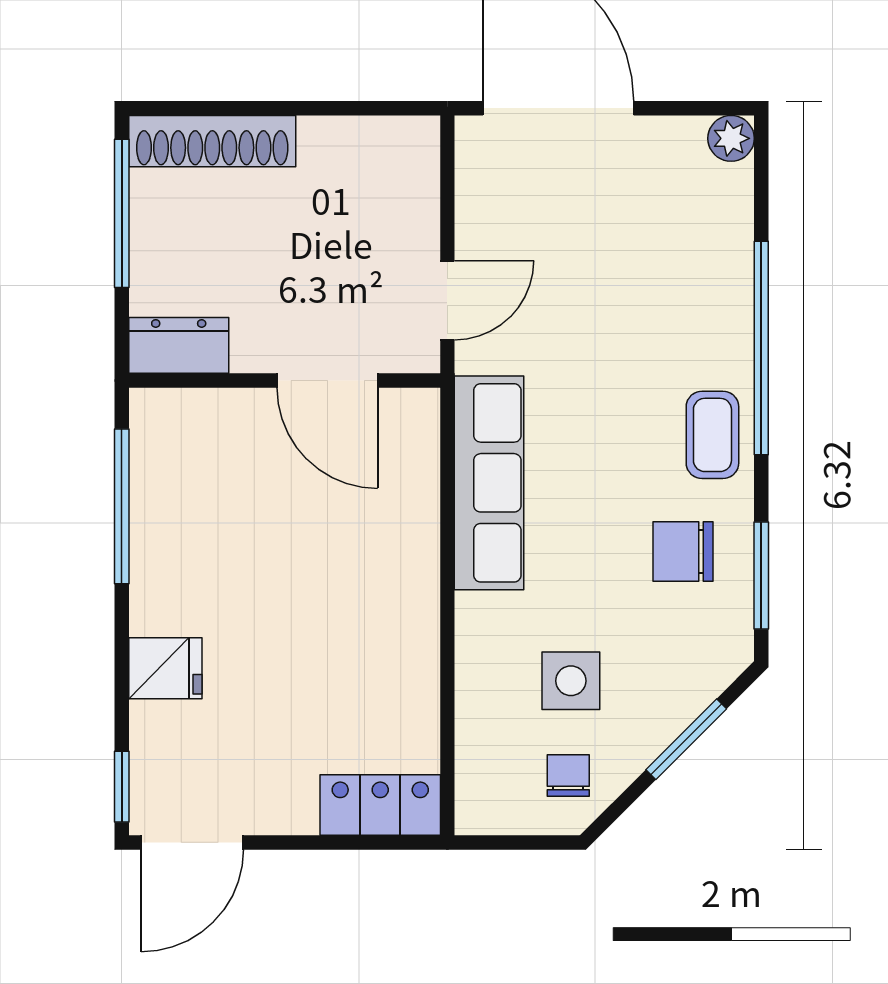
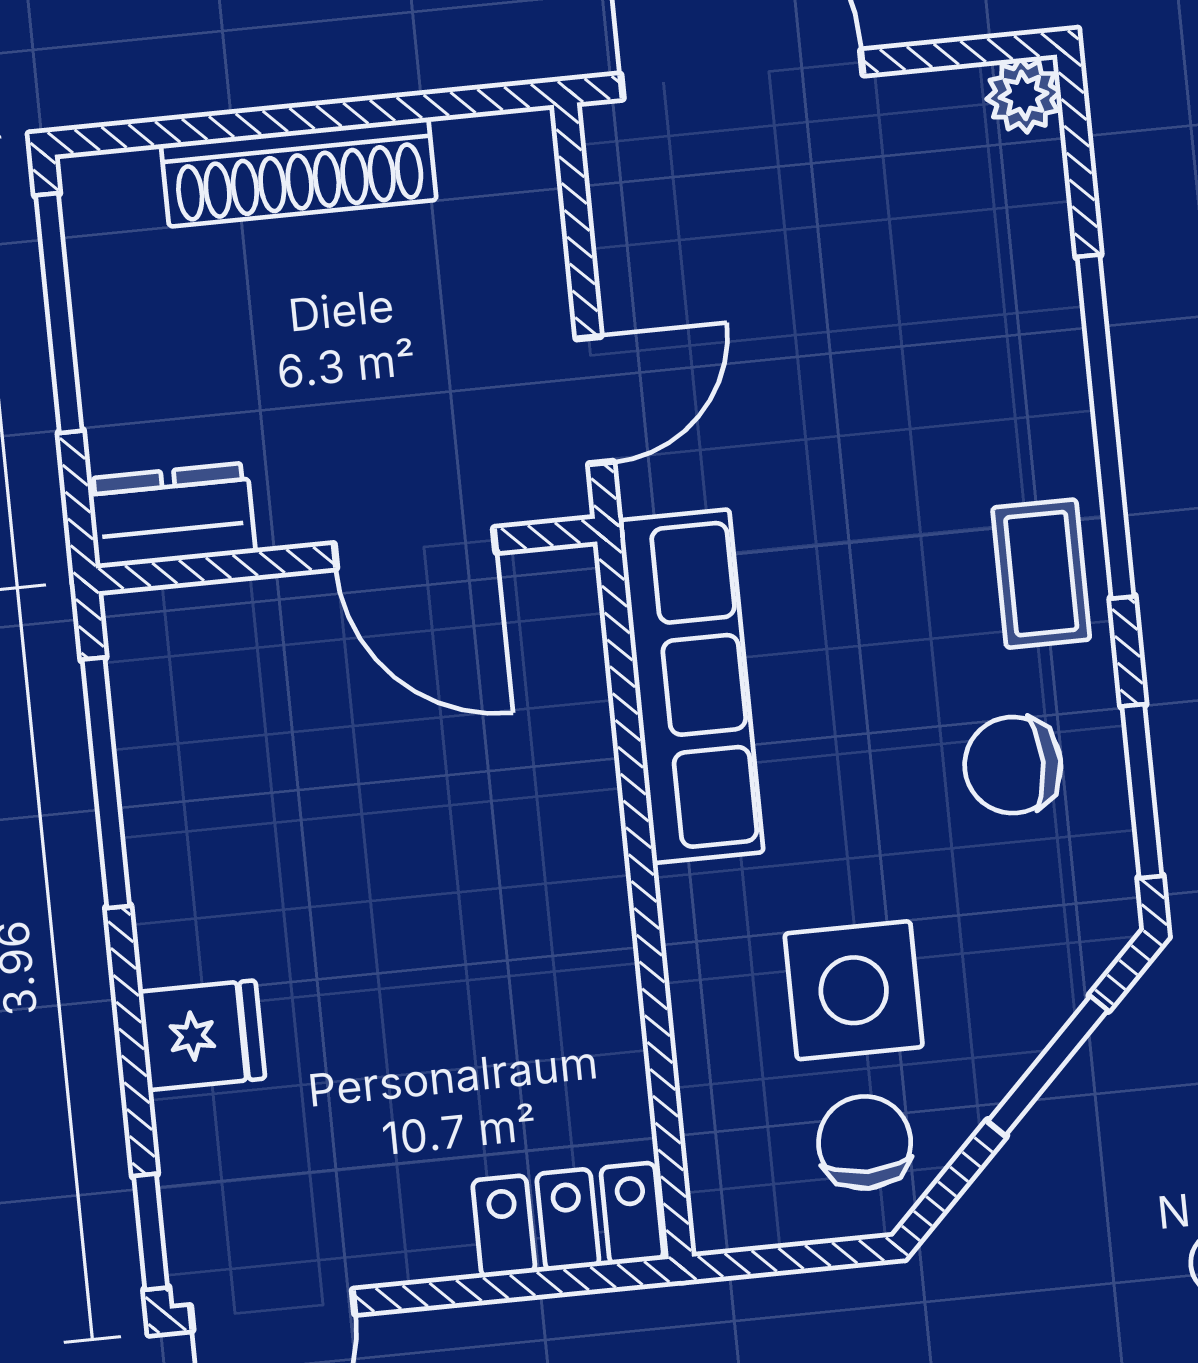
shoe rack: (212, 141) -> (299, 172), moved
side table: (571, 681) -> (854, 990), width x1.37, depth x1.37
chair: (568, 775) -> (865, 1142), width x1.37, depth x1.37

